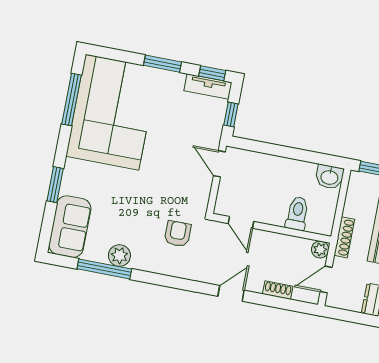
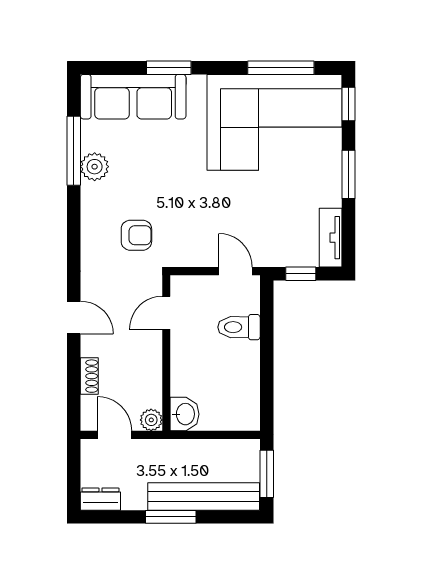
window: (212, 73) -> (349, 104), moved
door: (219, 164) -> (235, 271), hinge flipped
washbasin: (329, 177) -> (185, 414), moved, turned 180
toilet: (297, 214) -> (239, 327), moved, turned 180
sofa: (70, 227) -> (133, 97), width x1.36
shoe rack: (344, 237) -> (173, 448), removed

